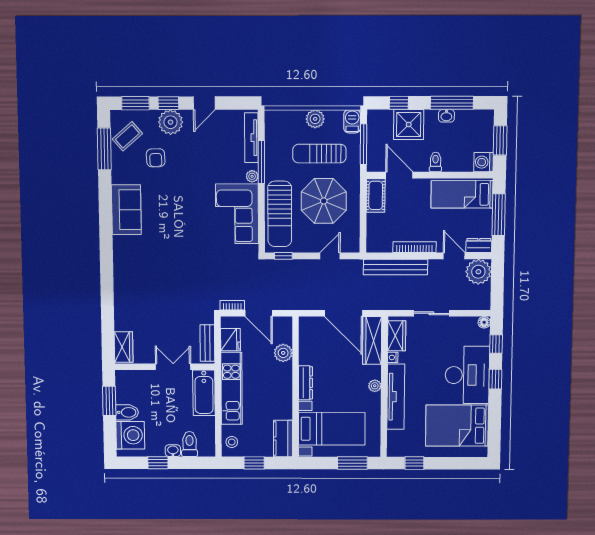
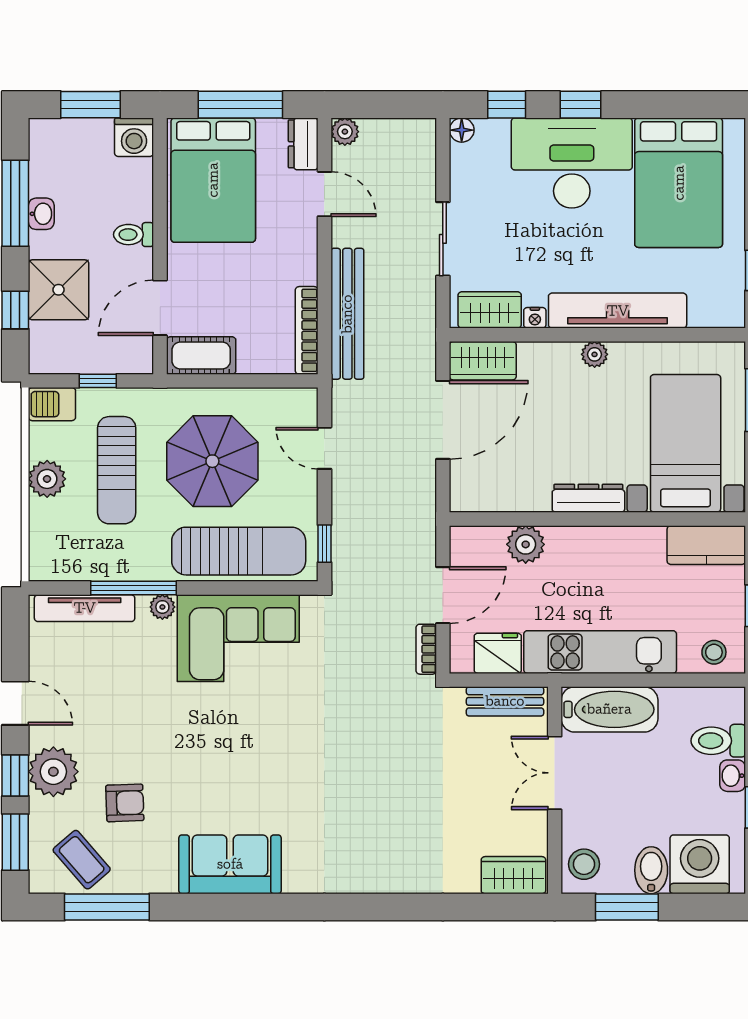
window: (364, 144) -> (98, 381), width x0.46
bed: (462, 194) -> (213, 180), width x1.50
bookcase: (414, 247) -> (307, 330), moved
door: (454, 256) -> (324, 194), swing flipped
plant: (478, 272) -> (345, 132), width x0.53, depth x0.53
wardrobe: (372, 340) -> (483, 361), width x0.67
stool: (129, 381) -> (584, 864), added

